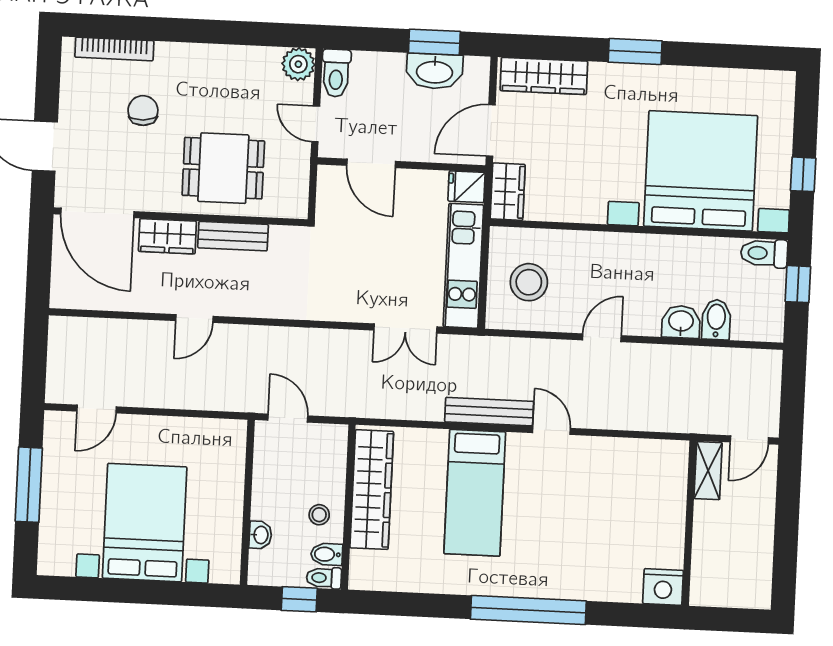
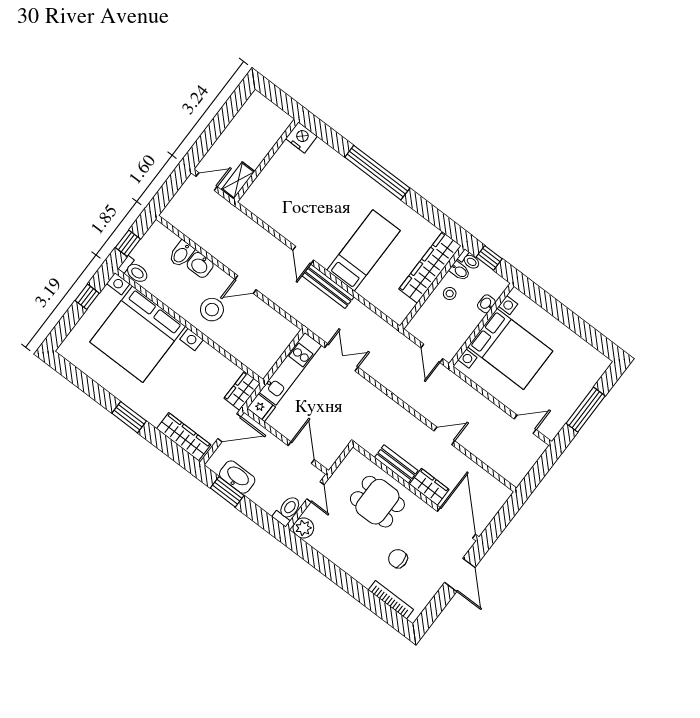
chair: (143, 111) -> (398, 559), turned 94
stool: (529, 282) -> (212, 310), moved
wardrobe: (372, 490) -> (430, 267), moved
bed with nightstands: (145, 523) -> (510, 349), moved, turned -90

